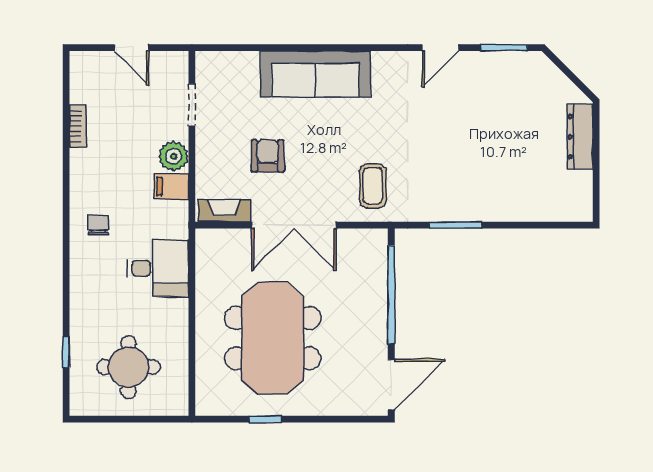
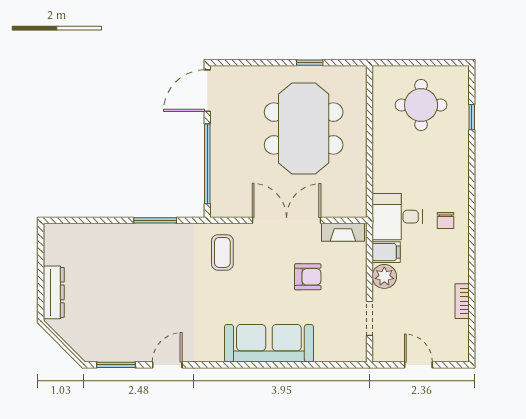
armchair: (268, 156) -> (308, 277), turned -90
desk: (158, 268) -> (397, 217), moved

